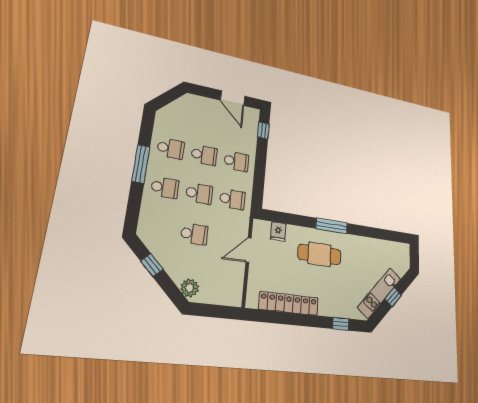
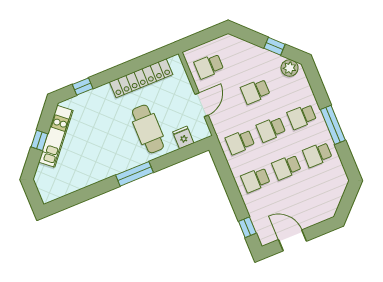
cafe table: (320, 254) -> (148, 129), moved, turned 90
school desk: (224, 281) -> (209, 66), added
plant: (190, 288) -> (290, 68), moved

